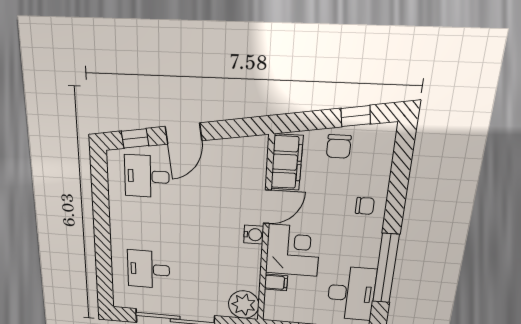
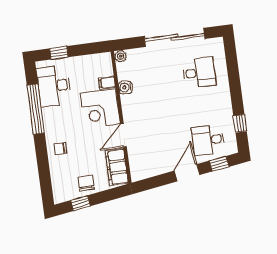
desk: (147, 176) -> (208, 140), turned 180
window: (100, 191) -> (240, 123), added
water cooler: (254, 235) -> (125, 87), moved
plant: (244, 305) -> (121, 56), width x0.53, depth x0.53

